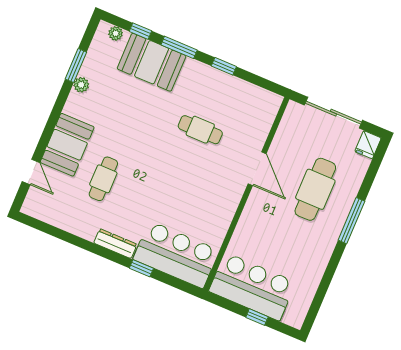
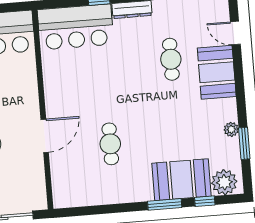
plant: (116, 33) -> (224, 182), width x1.88, depth x1.88
window: (224, 66) -> (118, 208), removed
cafe table: (200, 130) -> (110, 144), turned 90
door: (257, 169) -> (45, 136), swing flipped

